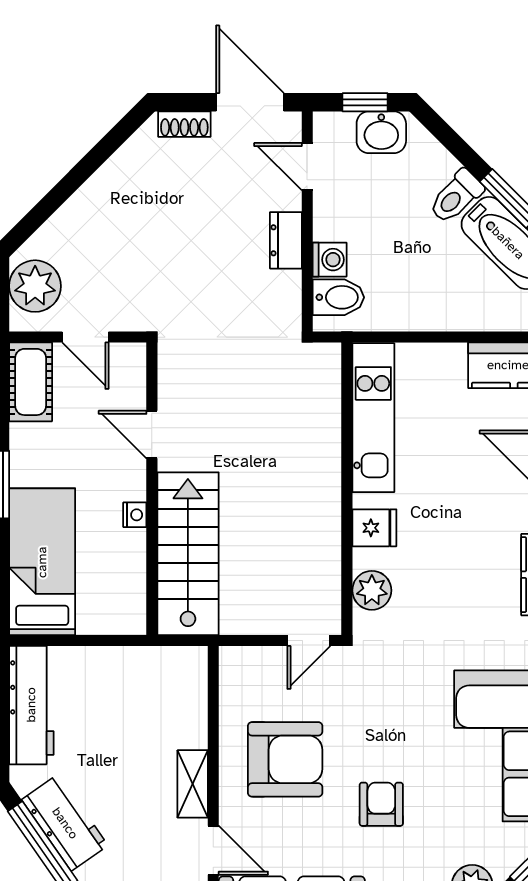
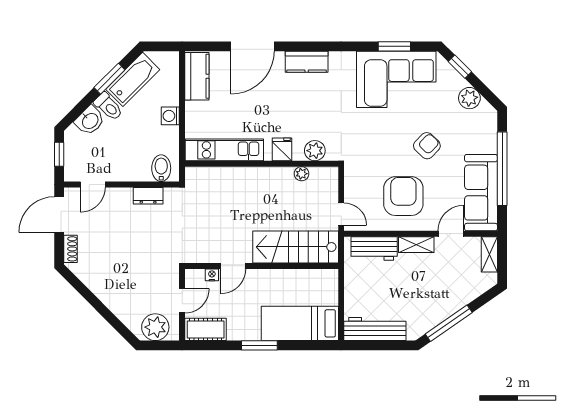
washbasin: (381, 132) -> (90, 121), moved, turned 45
dresser: (286, 240) -> (148, 196), moved
washing machine: (330, 260) -> (170, 116), moved, turned -90
nightstand: (135, 515) -> (212, 275), moved
plant: (328, 565) -> (301, 174), added
door: (309, 641) -> (341, 214), moved
armchair: (381, 804) -> (427, 146), turned 134
workbench: (65, 823) -> (374, 248), moved, turned -145

